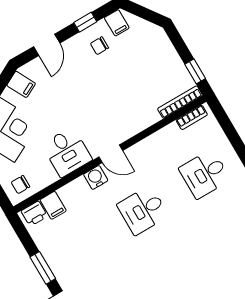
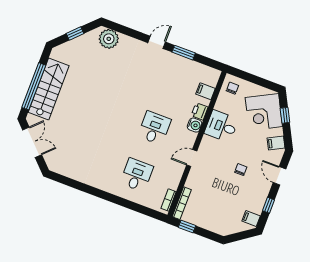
chair: (100, 46) -> (241, 170), moved
door: (111, 154) -> (192, 158), moved
printer: (34, 214) -> (200, 111), moved

